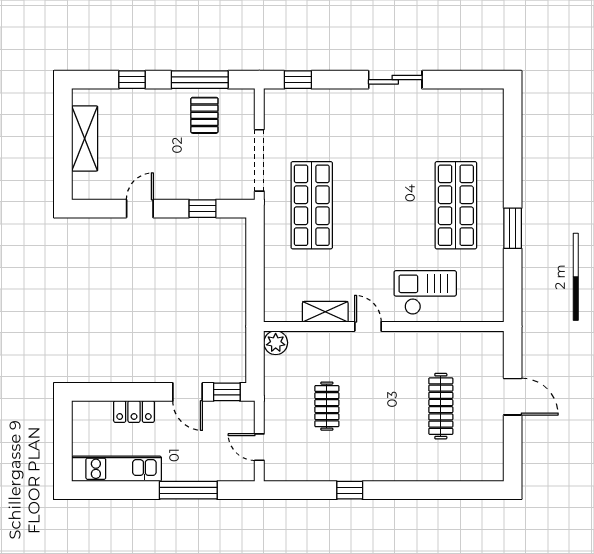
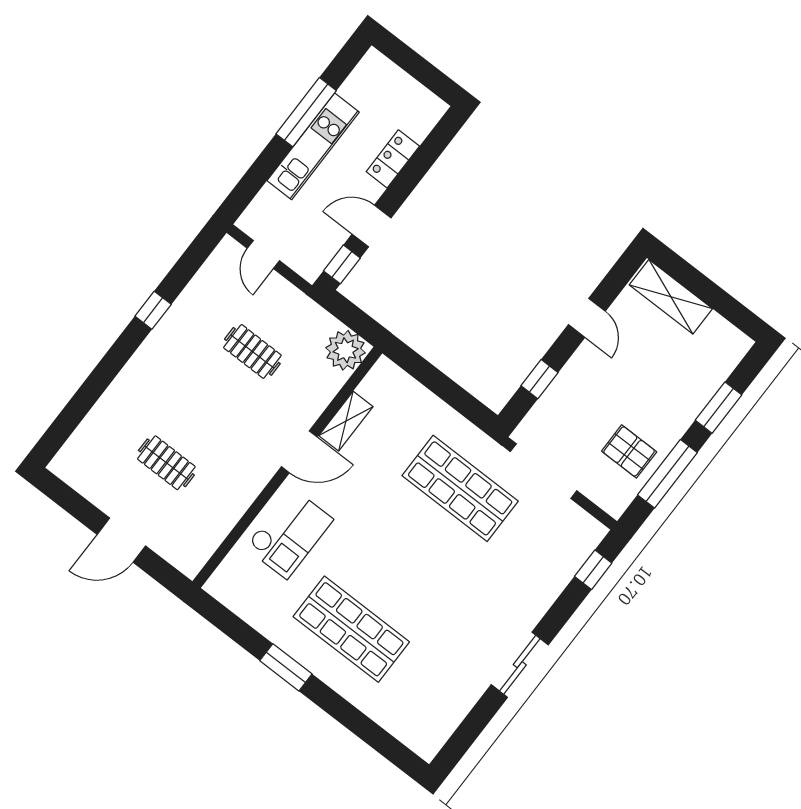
window: (132, 80) -> (719, 408), width x1.50
shelving: (85, 138) -> (671, 297), moved
door: (368, 326) -> (299, 452), width x1.38
plant: (276, 343) -> (346, 350), width x1.36, depth x1.36
clothes rail: (441, 406) -> (166, 463), width x0.73
door: (259, 447) -> (263, 255), swing flipped
kitchen unit: (117, 469) -> (313, 146), moved
window: (188, 490) -> (306, 112), moved

